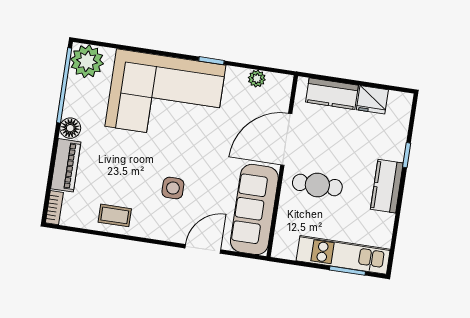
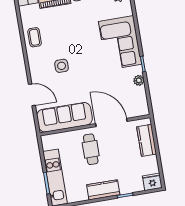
plant: (257, 79) -> (139, 80), moved
corner sofa: (165, 96) -> (120, 43), width x0.73, depth x0.74
fridge: (372, 100) -> (152, 182), moved, turned 90

